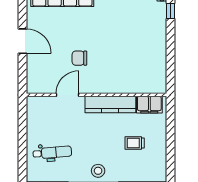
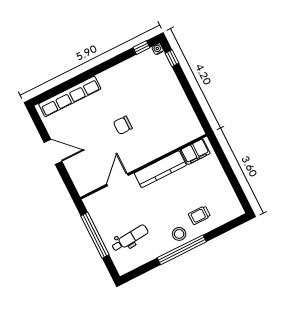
chair: (79, 58) -> (123, 125), moved
window: (22, 134) -> (95, 235), added
trolley: (135, 143) -> (199, 215), moved

